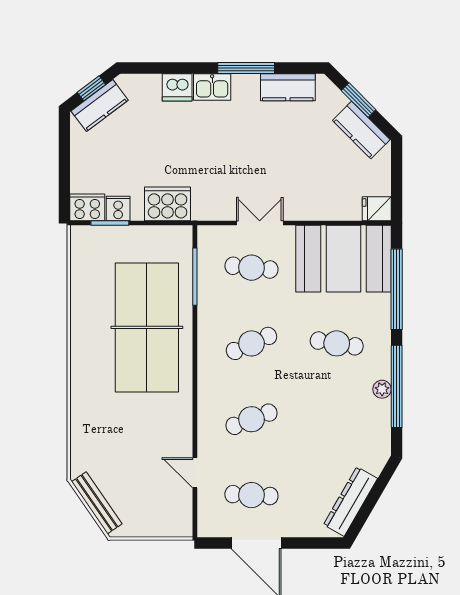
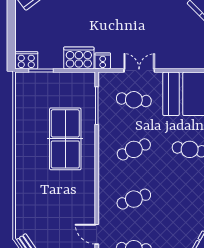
cooker: (118, 208) -> (103, 61), moved
table tennis table: (147, 327) -> (65, 139), width x0.73, depth x0.76

